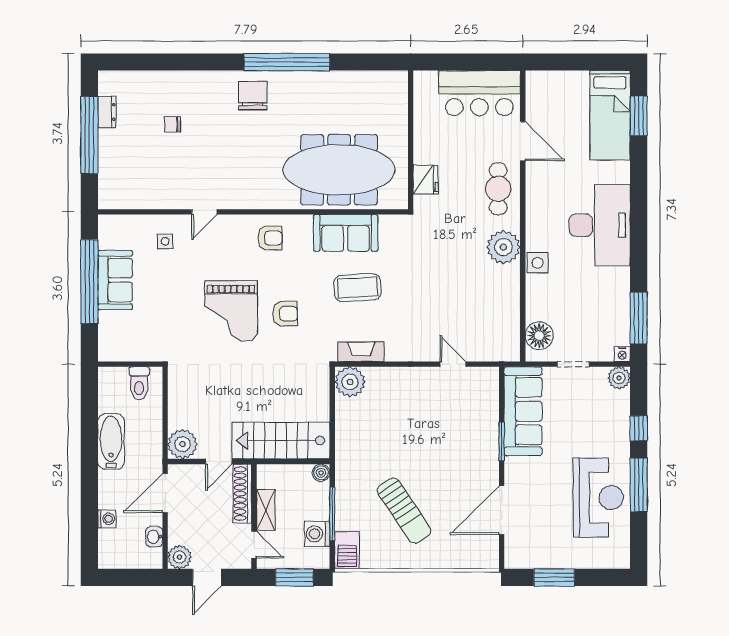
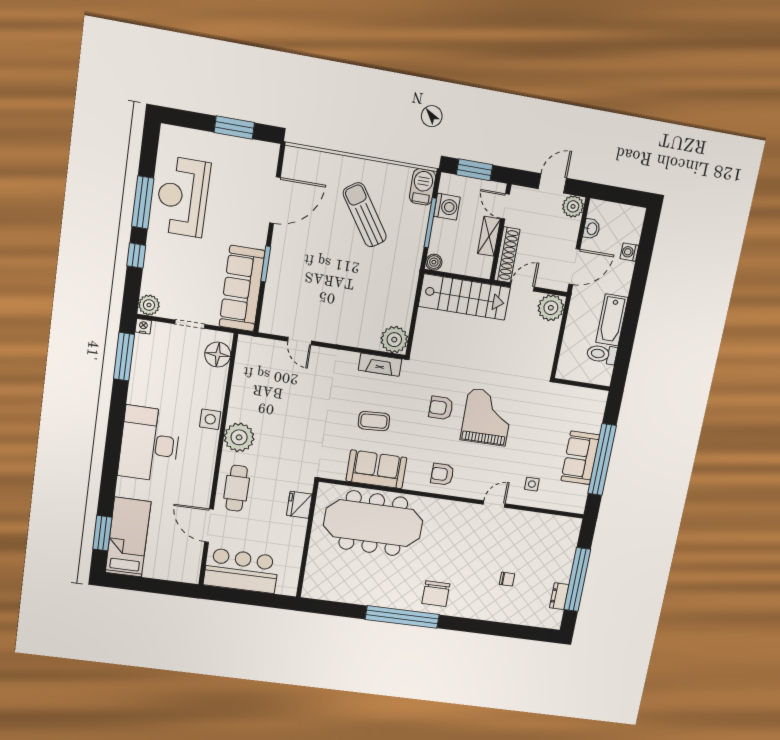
coffee table: (357, 288) -> (374, 421), width x0.73, depth x0.77
toilet: (139, 383) -> (602, 354), moved, turned -90

